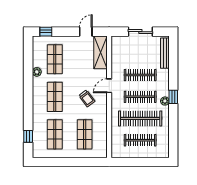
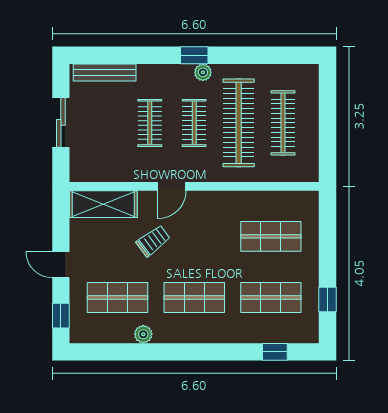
door: (86, 32) -> (61, 265), moved
clothes rail: (140, 75) -> (150, 123), width x0.73
door: (109, 86) -> (172, 186), hinge flipped
clothes rail: (140, 97) -> (194, 123), width x0.73
trolley: (87, 98) -> (153, 241), moved
window: (54, 162) -> (327, 300), added

